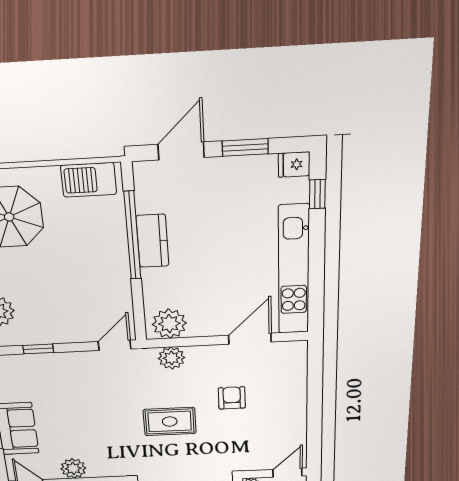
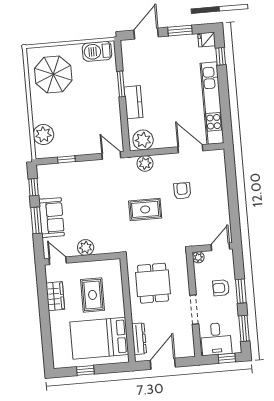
window: (132, 236) -> (121, 84), width x0.47
kitchen counter: (153, 241) -> (133, 102), moved
door: (250, 339) -> (190, 149), hinge flipped
door: (115, 345) -> (111, 156), hinge flipped

